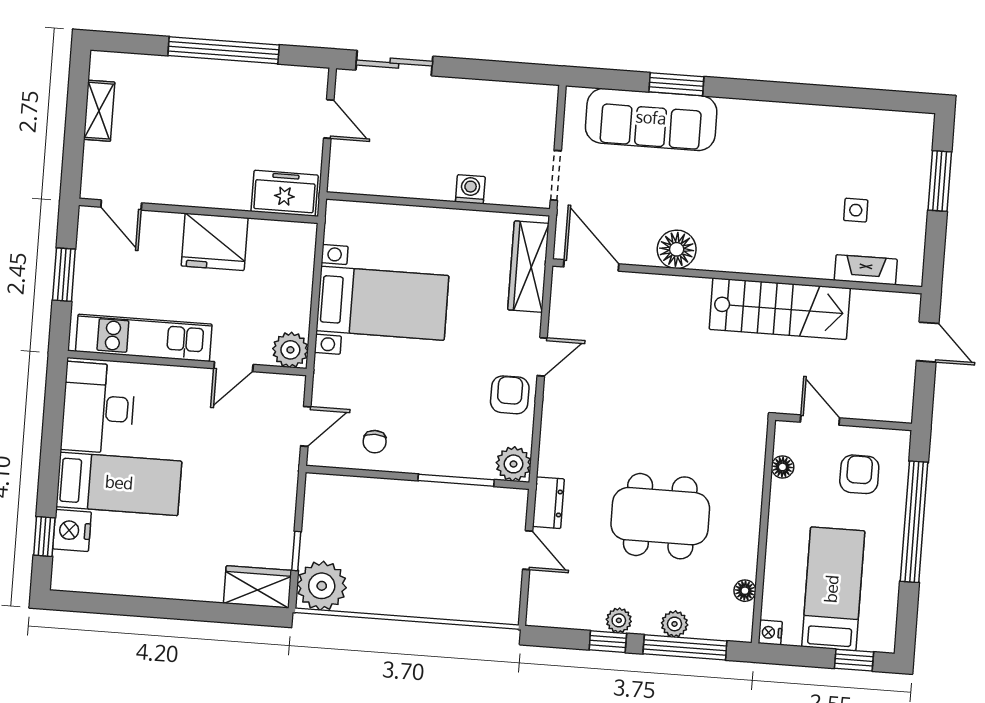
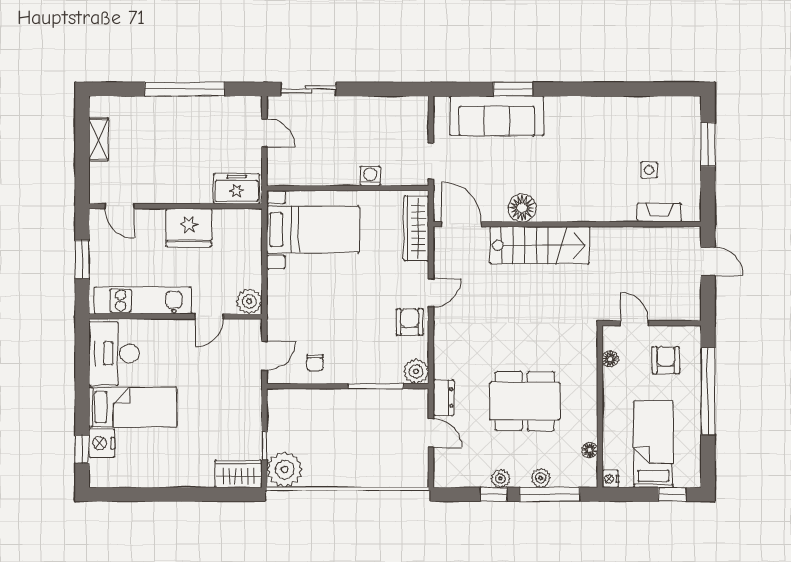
bed with nightstands: (382, 303) -> (313, 230), moved
stairs: (780, 309) -> (540, 245), moved

